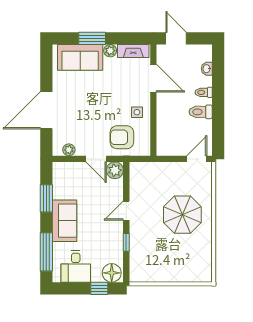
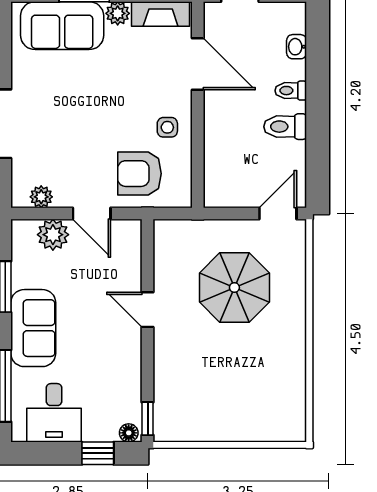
plant: (115, 170) -> (53, 235), moved
door: (126, 211) -> (148, 310), hinge flipped
parasol: (182, 215) -> (234, 288), moved
window: (126, 242) -> (148, 419), moved
floor lamp: (112, 273) -> (129, 433), width x0.53, depth x0.53

